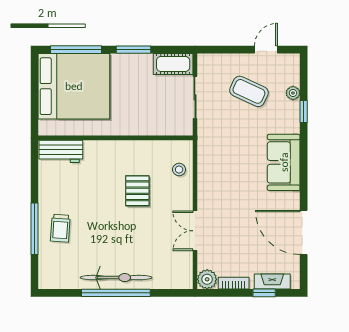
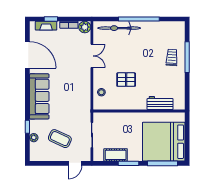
door: (266, 50) -> (75, 163), moved
cot: (173, 64) -> (116, 155), moved
workbench: (61, 151) -> (160, 103), moved
sofa: (284, 162) -> (39, 96), width x1.36
pallet: (137, 191) -> (126, 80), turned 90
bicycle: (116, 278) -> (119, 28), moved

